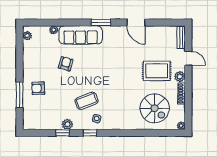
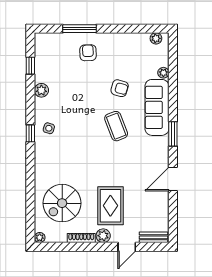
coffee table: (86, 101) -> (116, 126), moved
window: (63, 133) -> (30, 66), moved
window: (90, 133) -> (30, 133), moved

